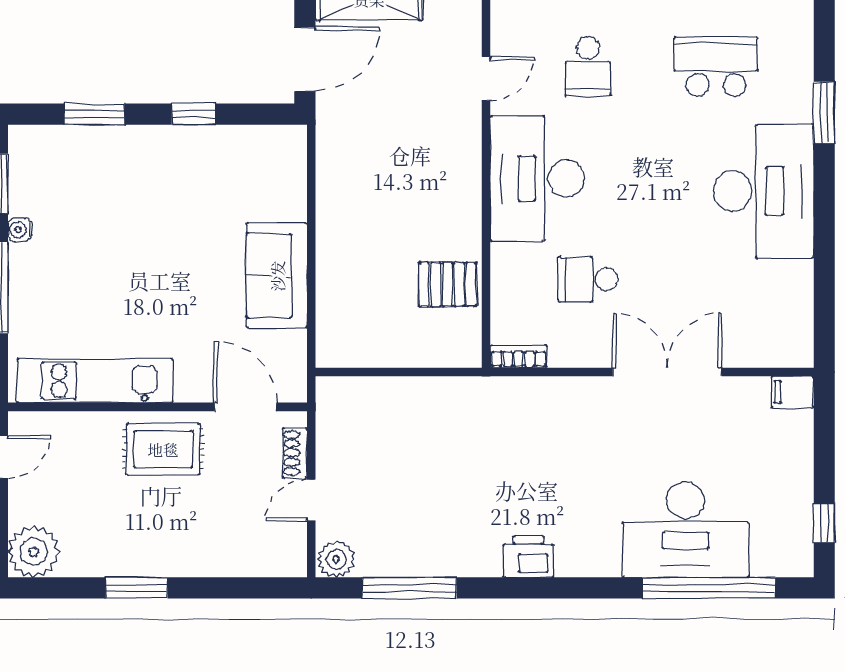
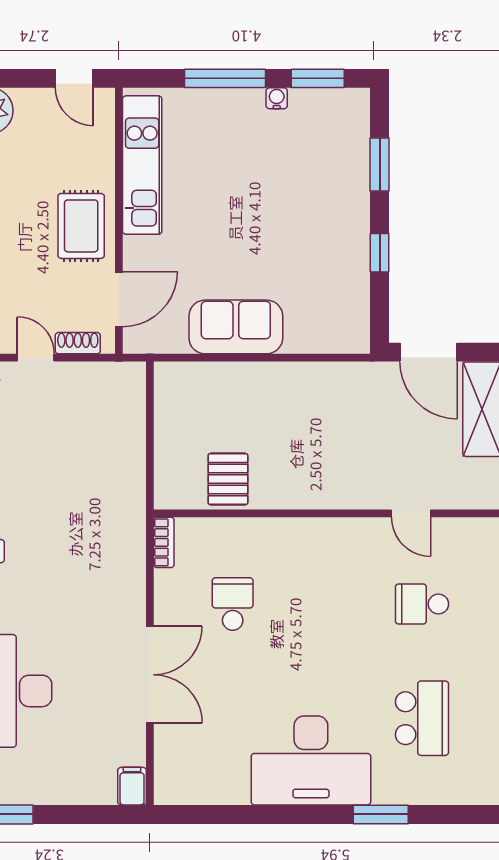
desk: (537, 178) -> (322, 559), removed

